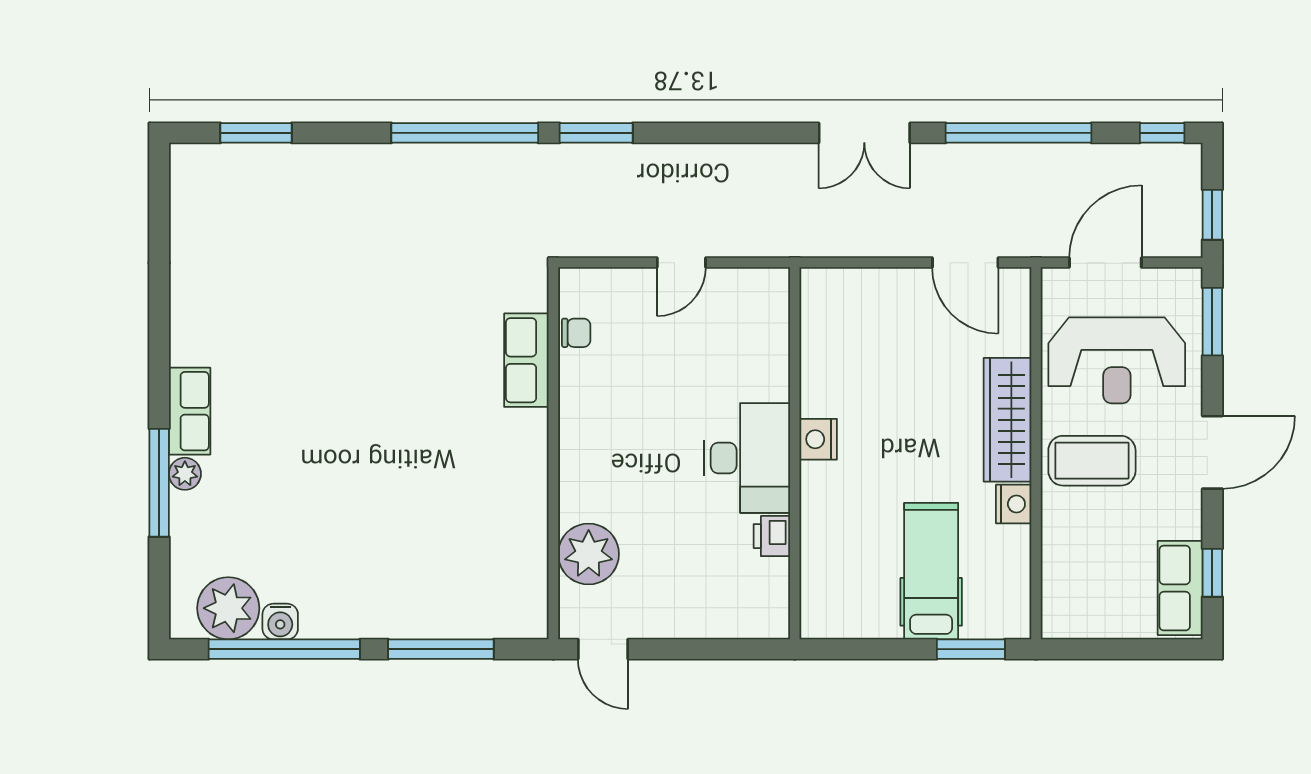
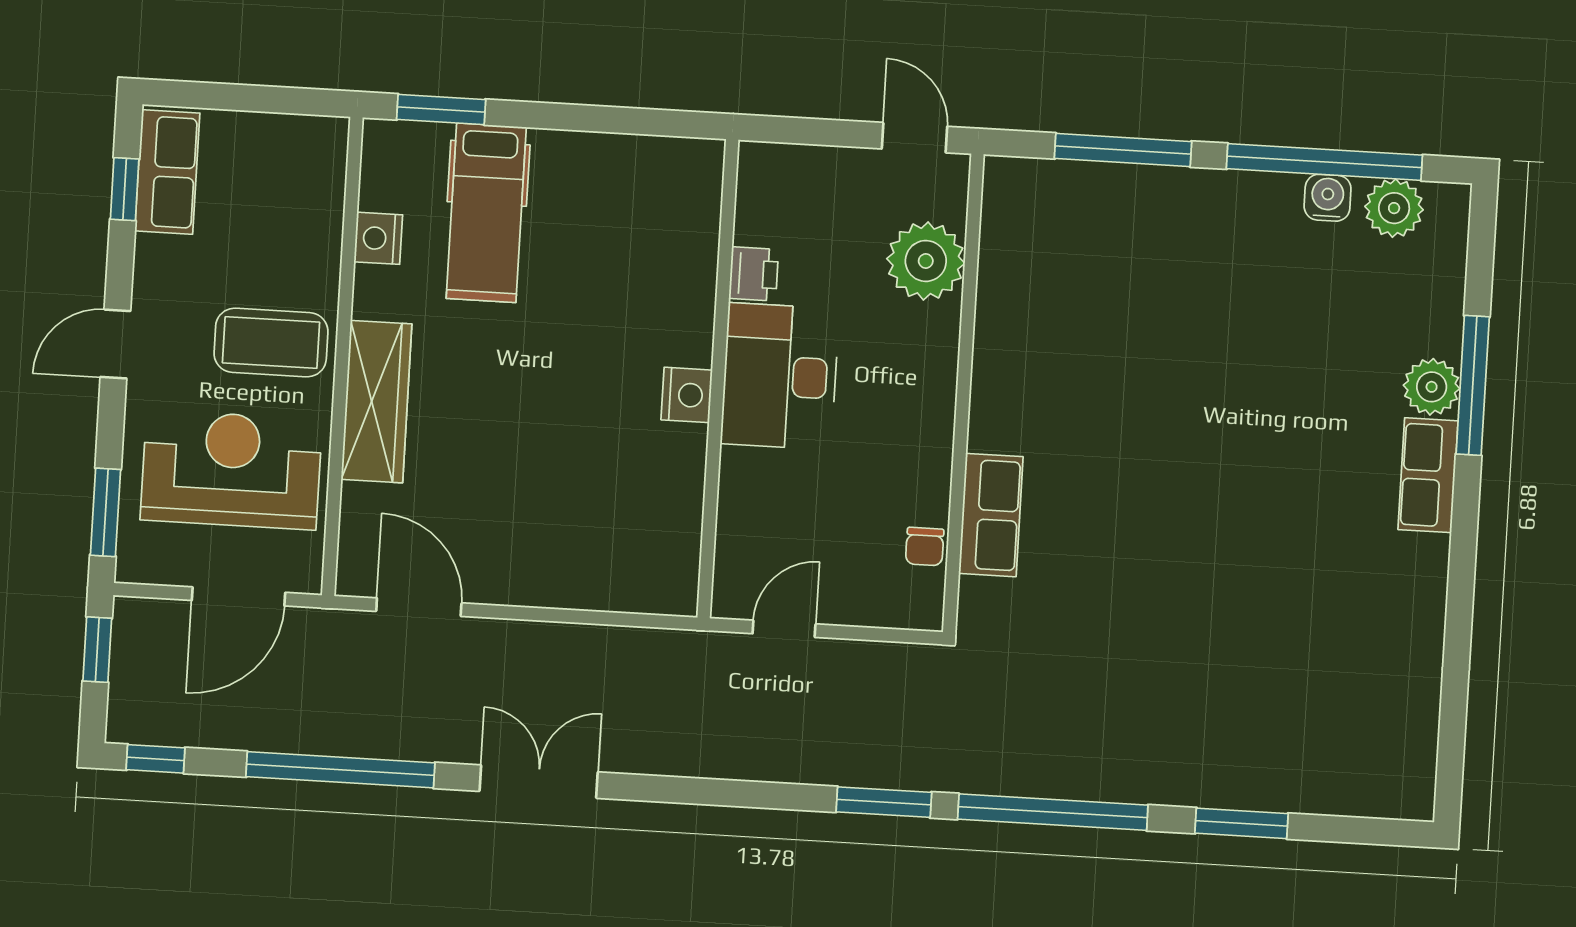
window: (256, 133) -> (1242, 823), moved
chair: (576, 333) -> (925, 547), turned -90
nightstand: (818, 439) -> (687, 395), moved
door: (1212, 452) -> (115, 344), width x0.73
wall: (795, 453) -> (718, 379), moved
desk: (747, 458) -> (780, 376), moved
plant: (185, 474) -> (1432, 387), width x1.38, depth x1.38
nightstand: (1014, 504) -> (378, 238), moved
printer: (772, 536) -> (754, 274), moved
plant: (228, 608) -> (1394, 208), width x0.73, depth x0.73

